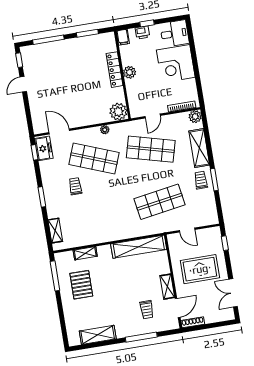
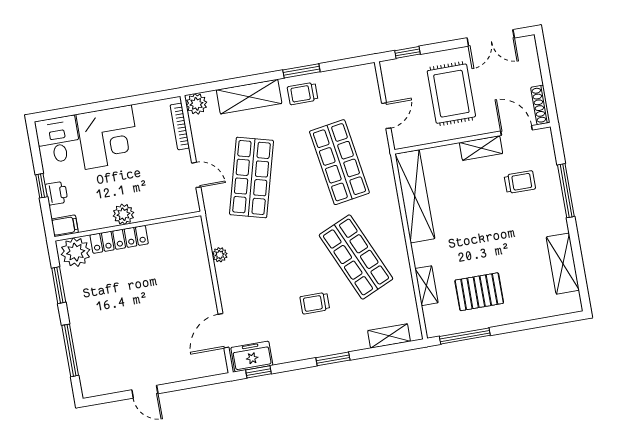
window: (19, 60) -> (105, 399), removed
plant: (118, 112) -> (76, 252), moved
shop shelf: (94, 159) -> (356, 257), moved, turned -45

